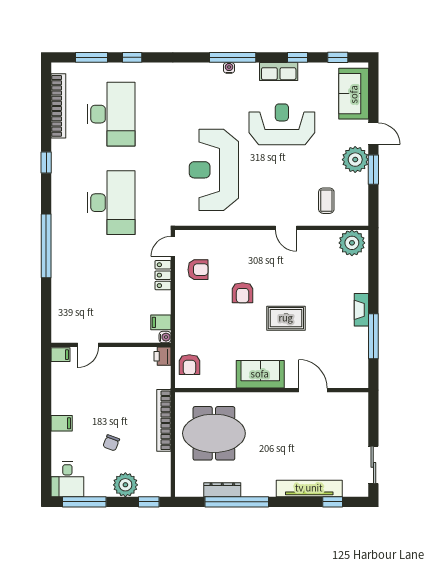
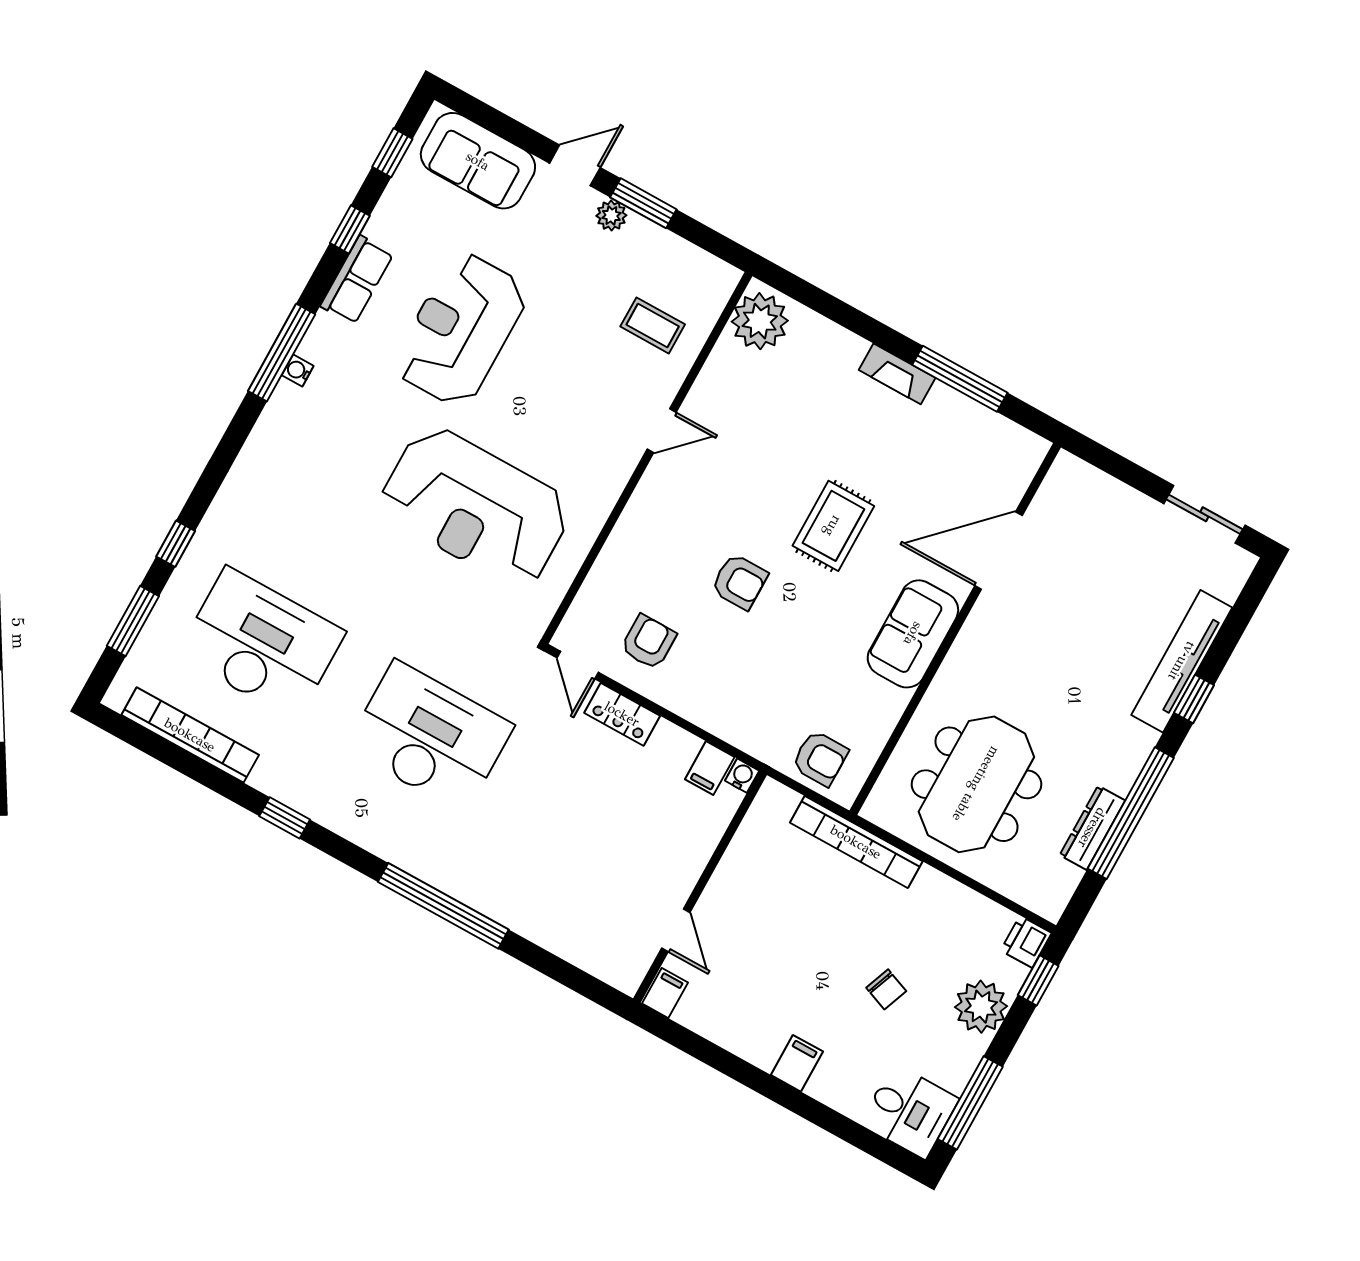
plant: (355, 160) -> (611, 216), width x0.53, depth x0.53
printer: (162, 356) -> (1026, 942), moved, turned 90
door: (313, 390) -> (999, 551), width x1.36
bookcase: (164, 420) -> (856, 842), moved
window: (333, 502) -> (1194, 699), moved

